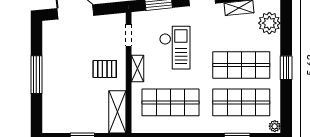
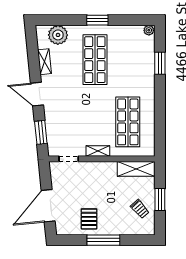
checkout: (175, 48) -> (80, 118), removed
pallet: (105, 69) -> (89, 219), moved
shop shelf: (241, 102) -> (128, 60), removed
trolley: (72, 116) -> (140, 209), added

